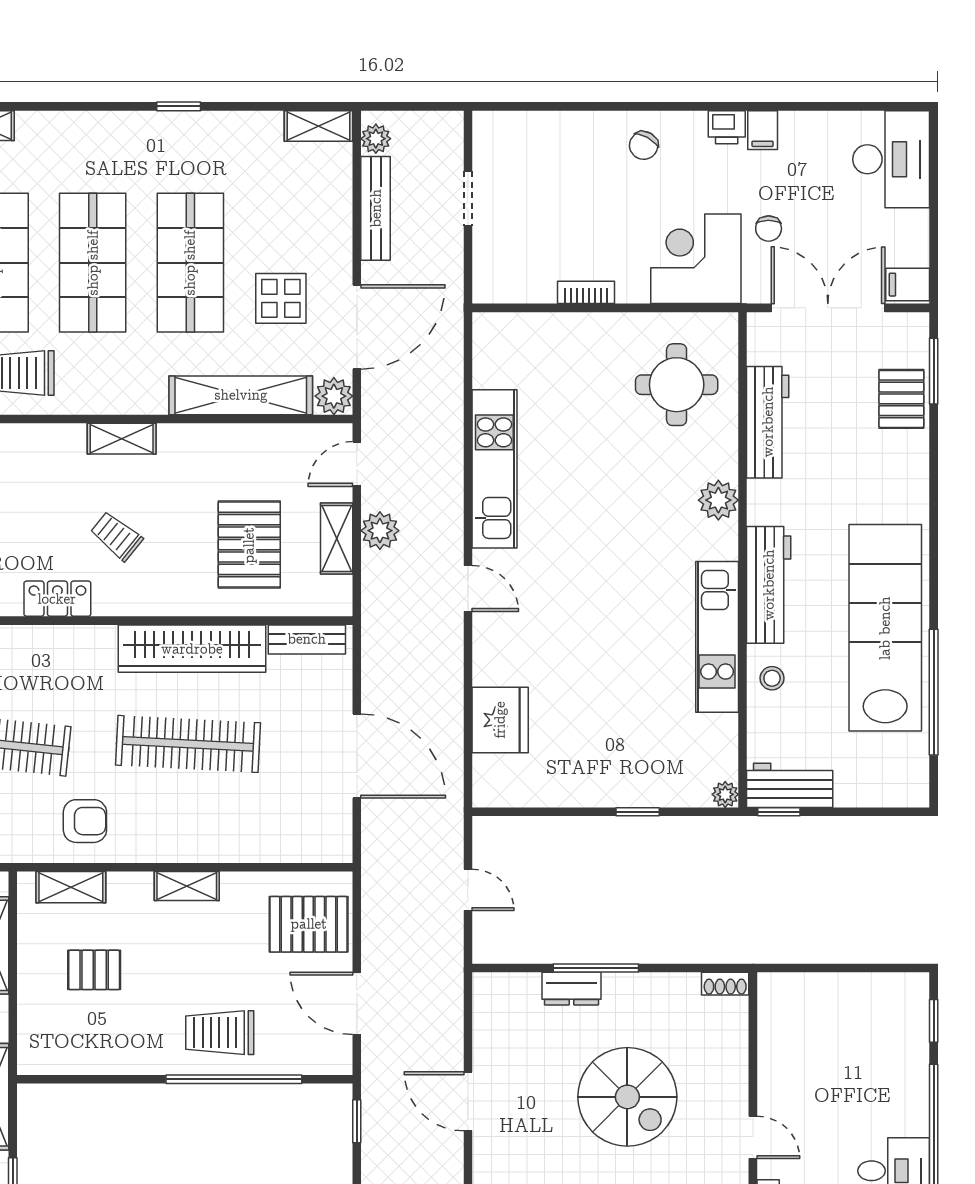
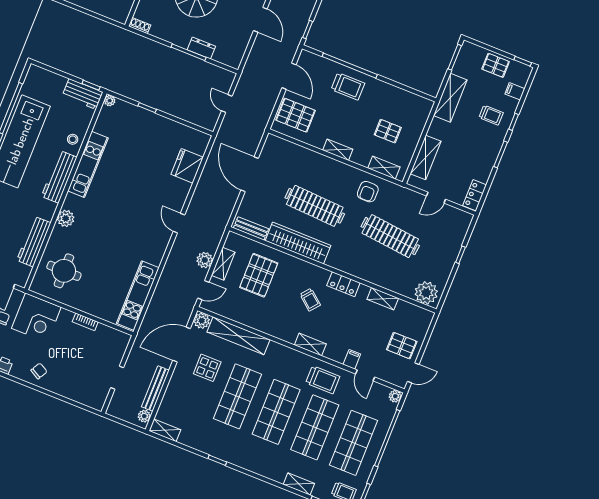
shelving: (122, 439) -> (310, 345), moved
kitchen unit: (494, 469) -> (138, 296), moved
armchair: (85, 821) -> (368, 192), turned -90

